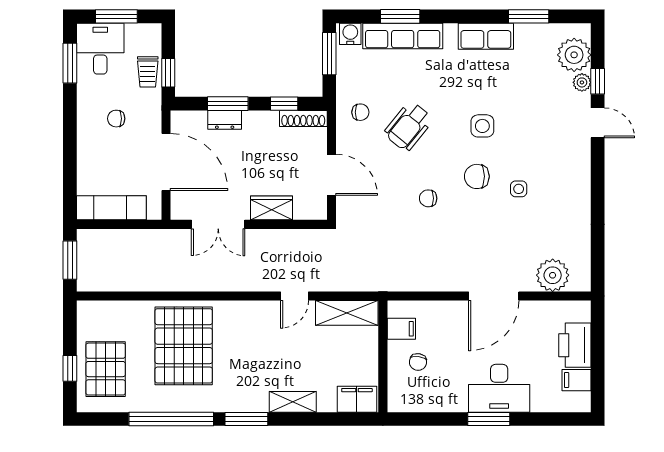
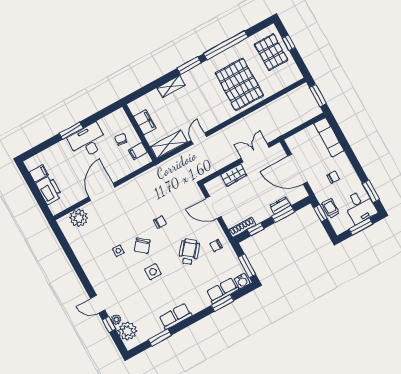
row of seats: (403, 36) -> (222, 291), width x0.68
chair: (477, 176) -> (142, 246), turned 130
exam couch: (111, 208) -> (329, 137), moved, turned 90
desk: (499, 388) -> (88, 141), moved
filing cabinet: (357, 399) -> (145, 122), moved, turned -90

